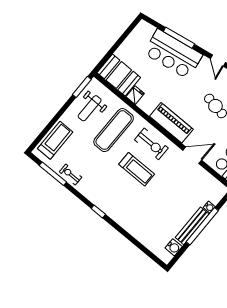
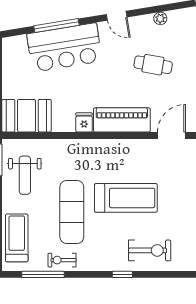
fridge: (135, 95) -> (84, 122), moved
exercise mat: (114, 130) -> (72, 212), moved
exercise bike: (151, 144) -> (150, 250), moved
treadmill: (137, 169) -> (126, 198), width x1.37, depth x1.38

